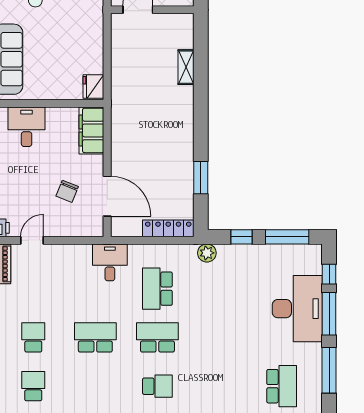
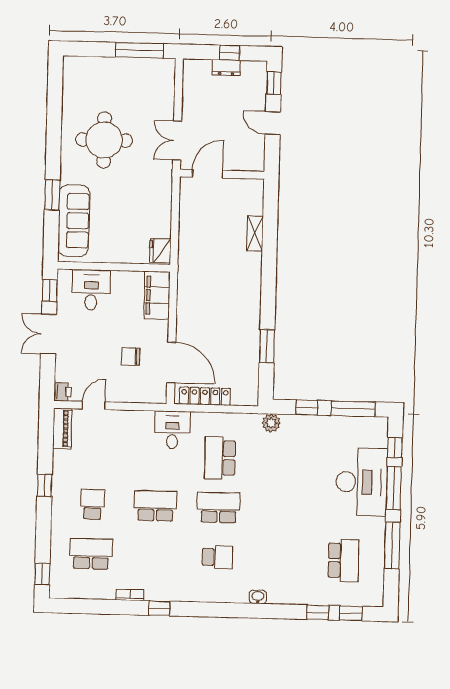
chair: (67, 191) -> (131, 356), turned 68
locker: (168, 228) -> (205, 396), moved
school desk: (33, 386) -> (91, 554), width x1.85

